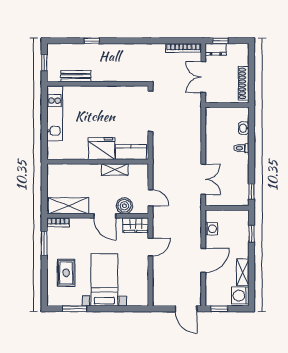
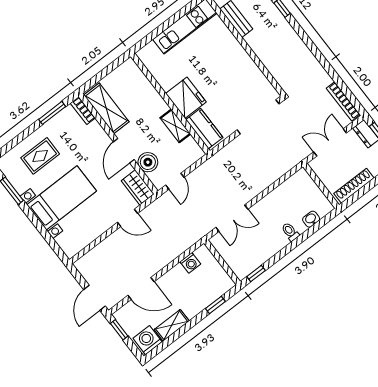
door: (203, 260) -> (141, 288), moved

